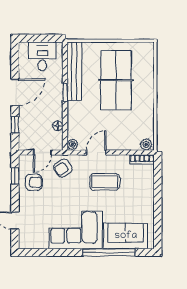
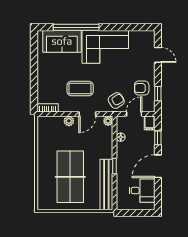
desk: (42, 56) -> (142, 191), moved, turned -90
filing cabinet: (25, 142) -> (150, 123), added
plant: (146, 144) -> (69, 121), moved

